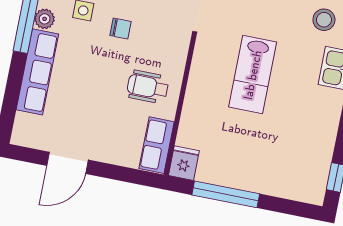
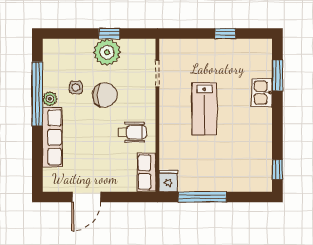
stool: (324, 20) -> (247, 60), removed
chair: (120, 29) -> (105, 95), width x1.87, depth x1.87
wheelchair: (148, 87) -> (132, 132), turned 180

